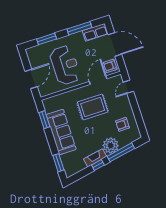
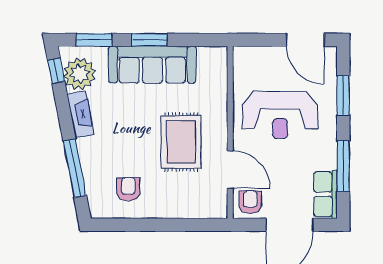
door: (31, 79) -> (305, 40), moved
door: (128, 87) -> (198, 225), removed
window: (44, 120) -> (149, 40), moved
plant: (111, 146) -> (80, 74), moved
window: (98, 165) -> (56, 71), moved

